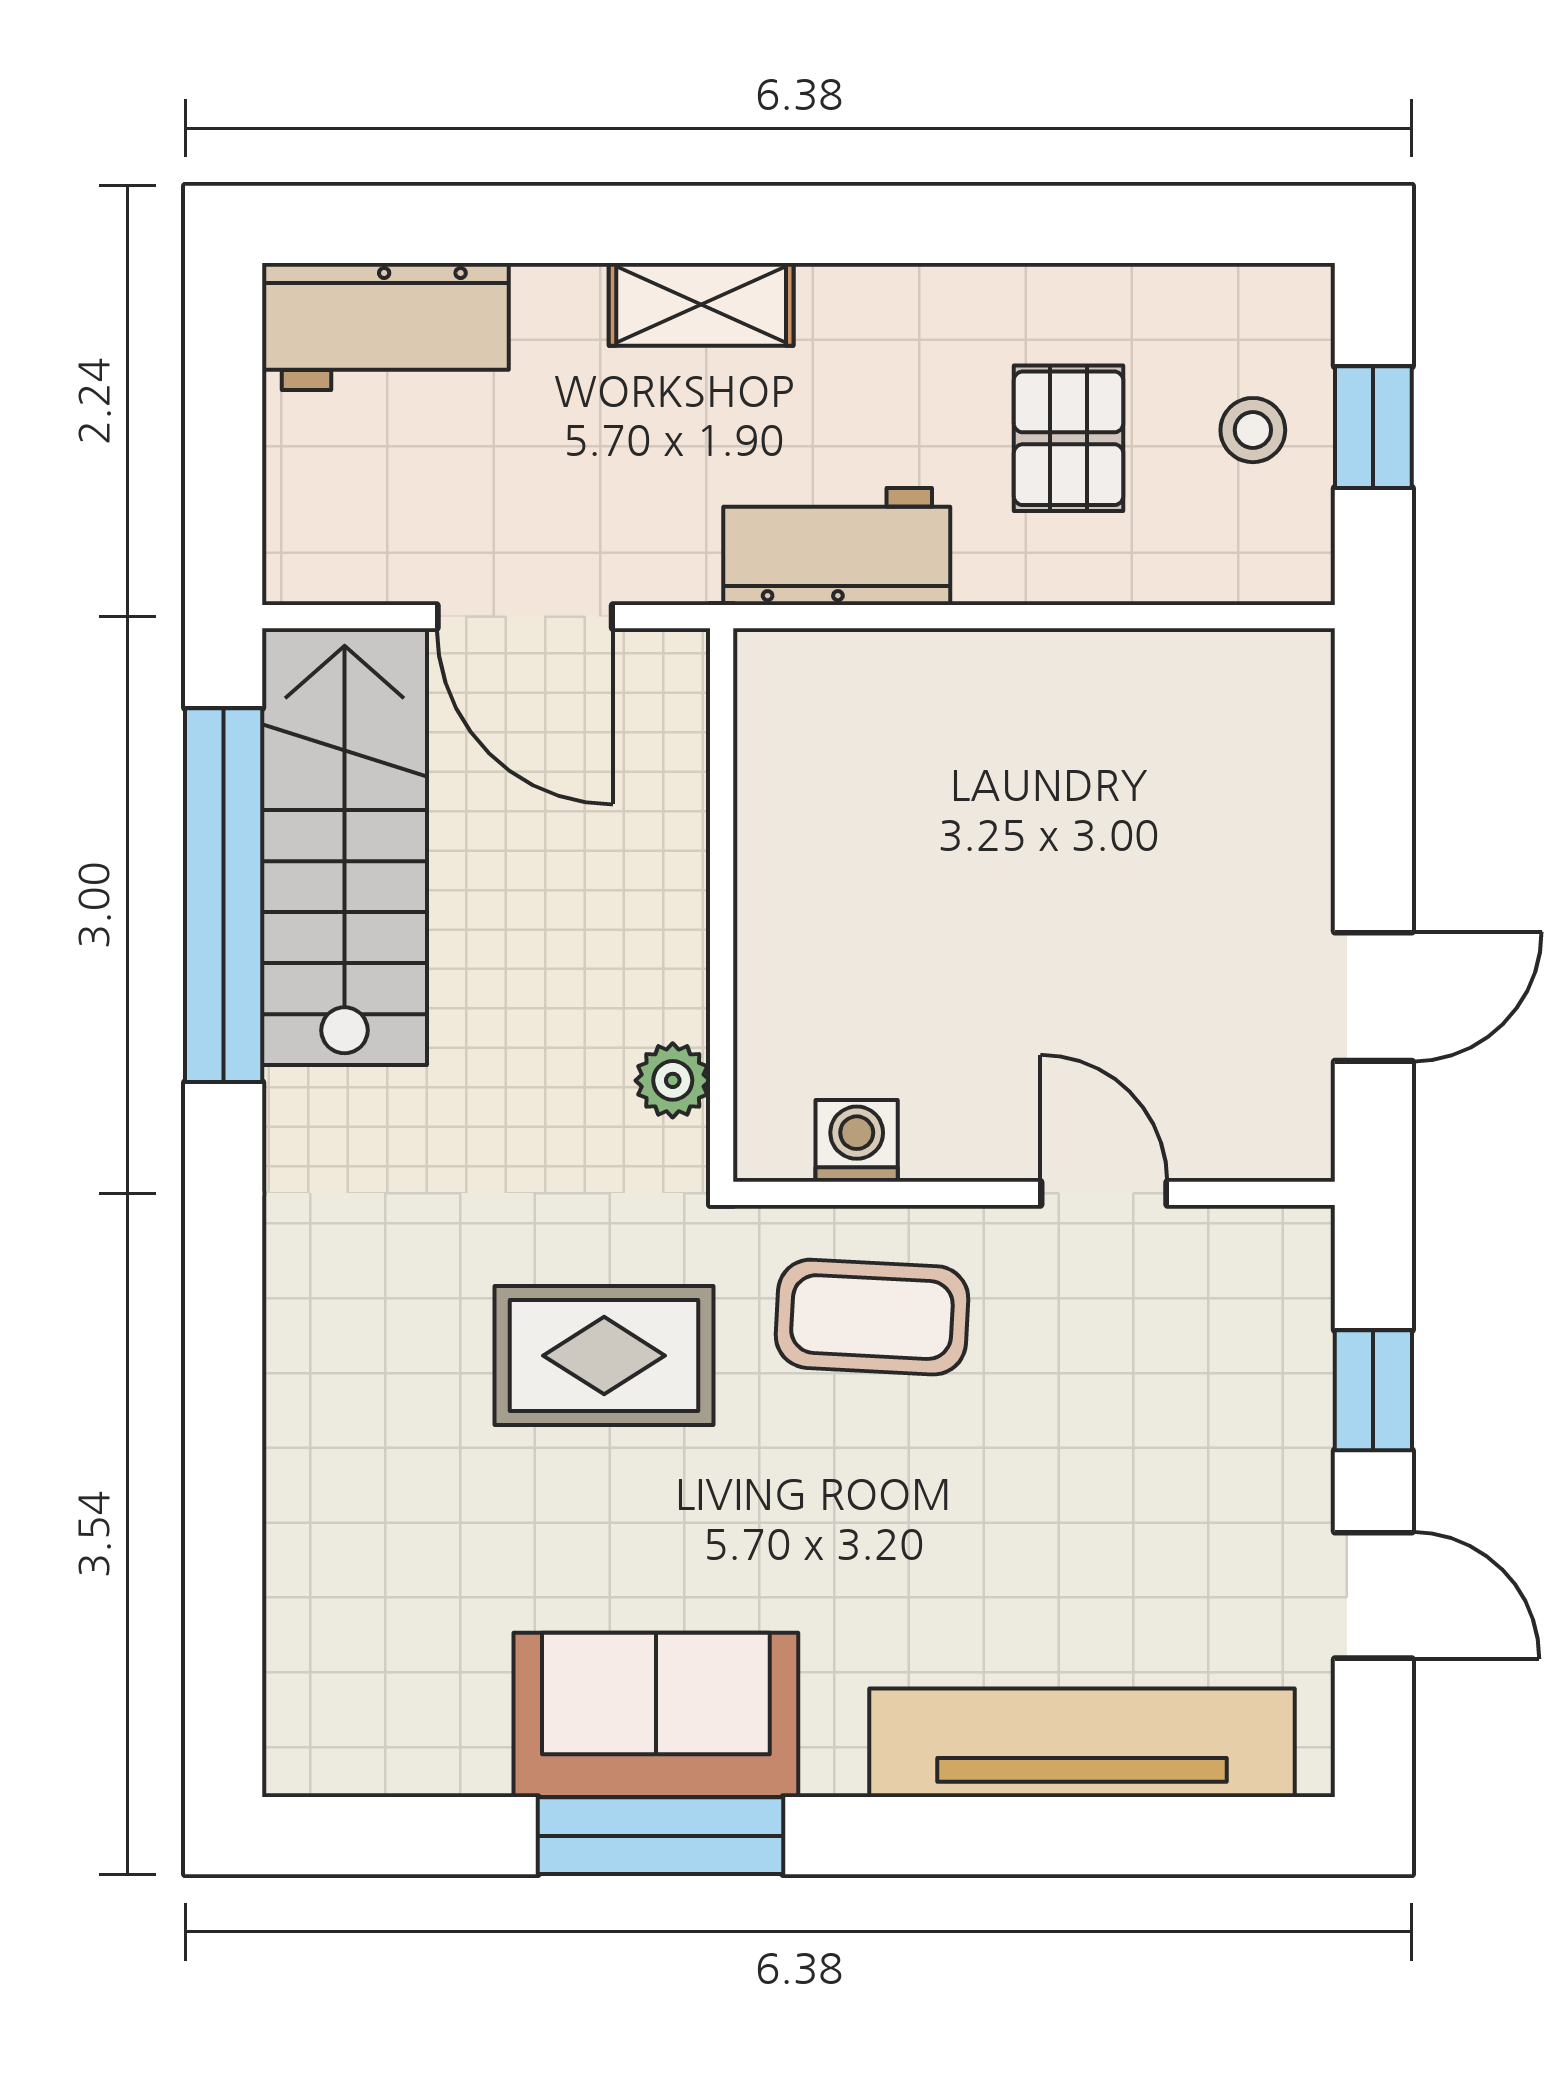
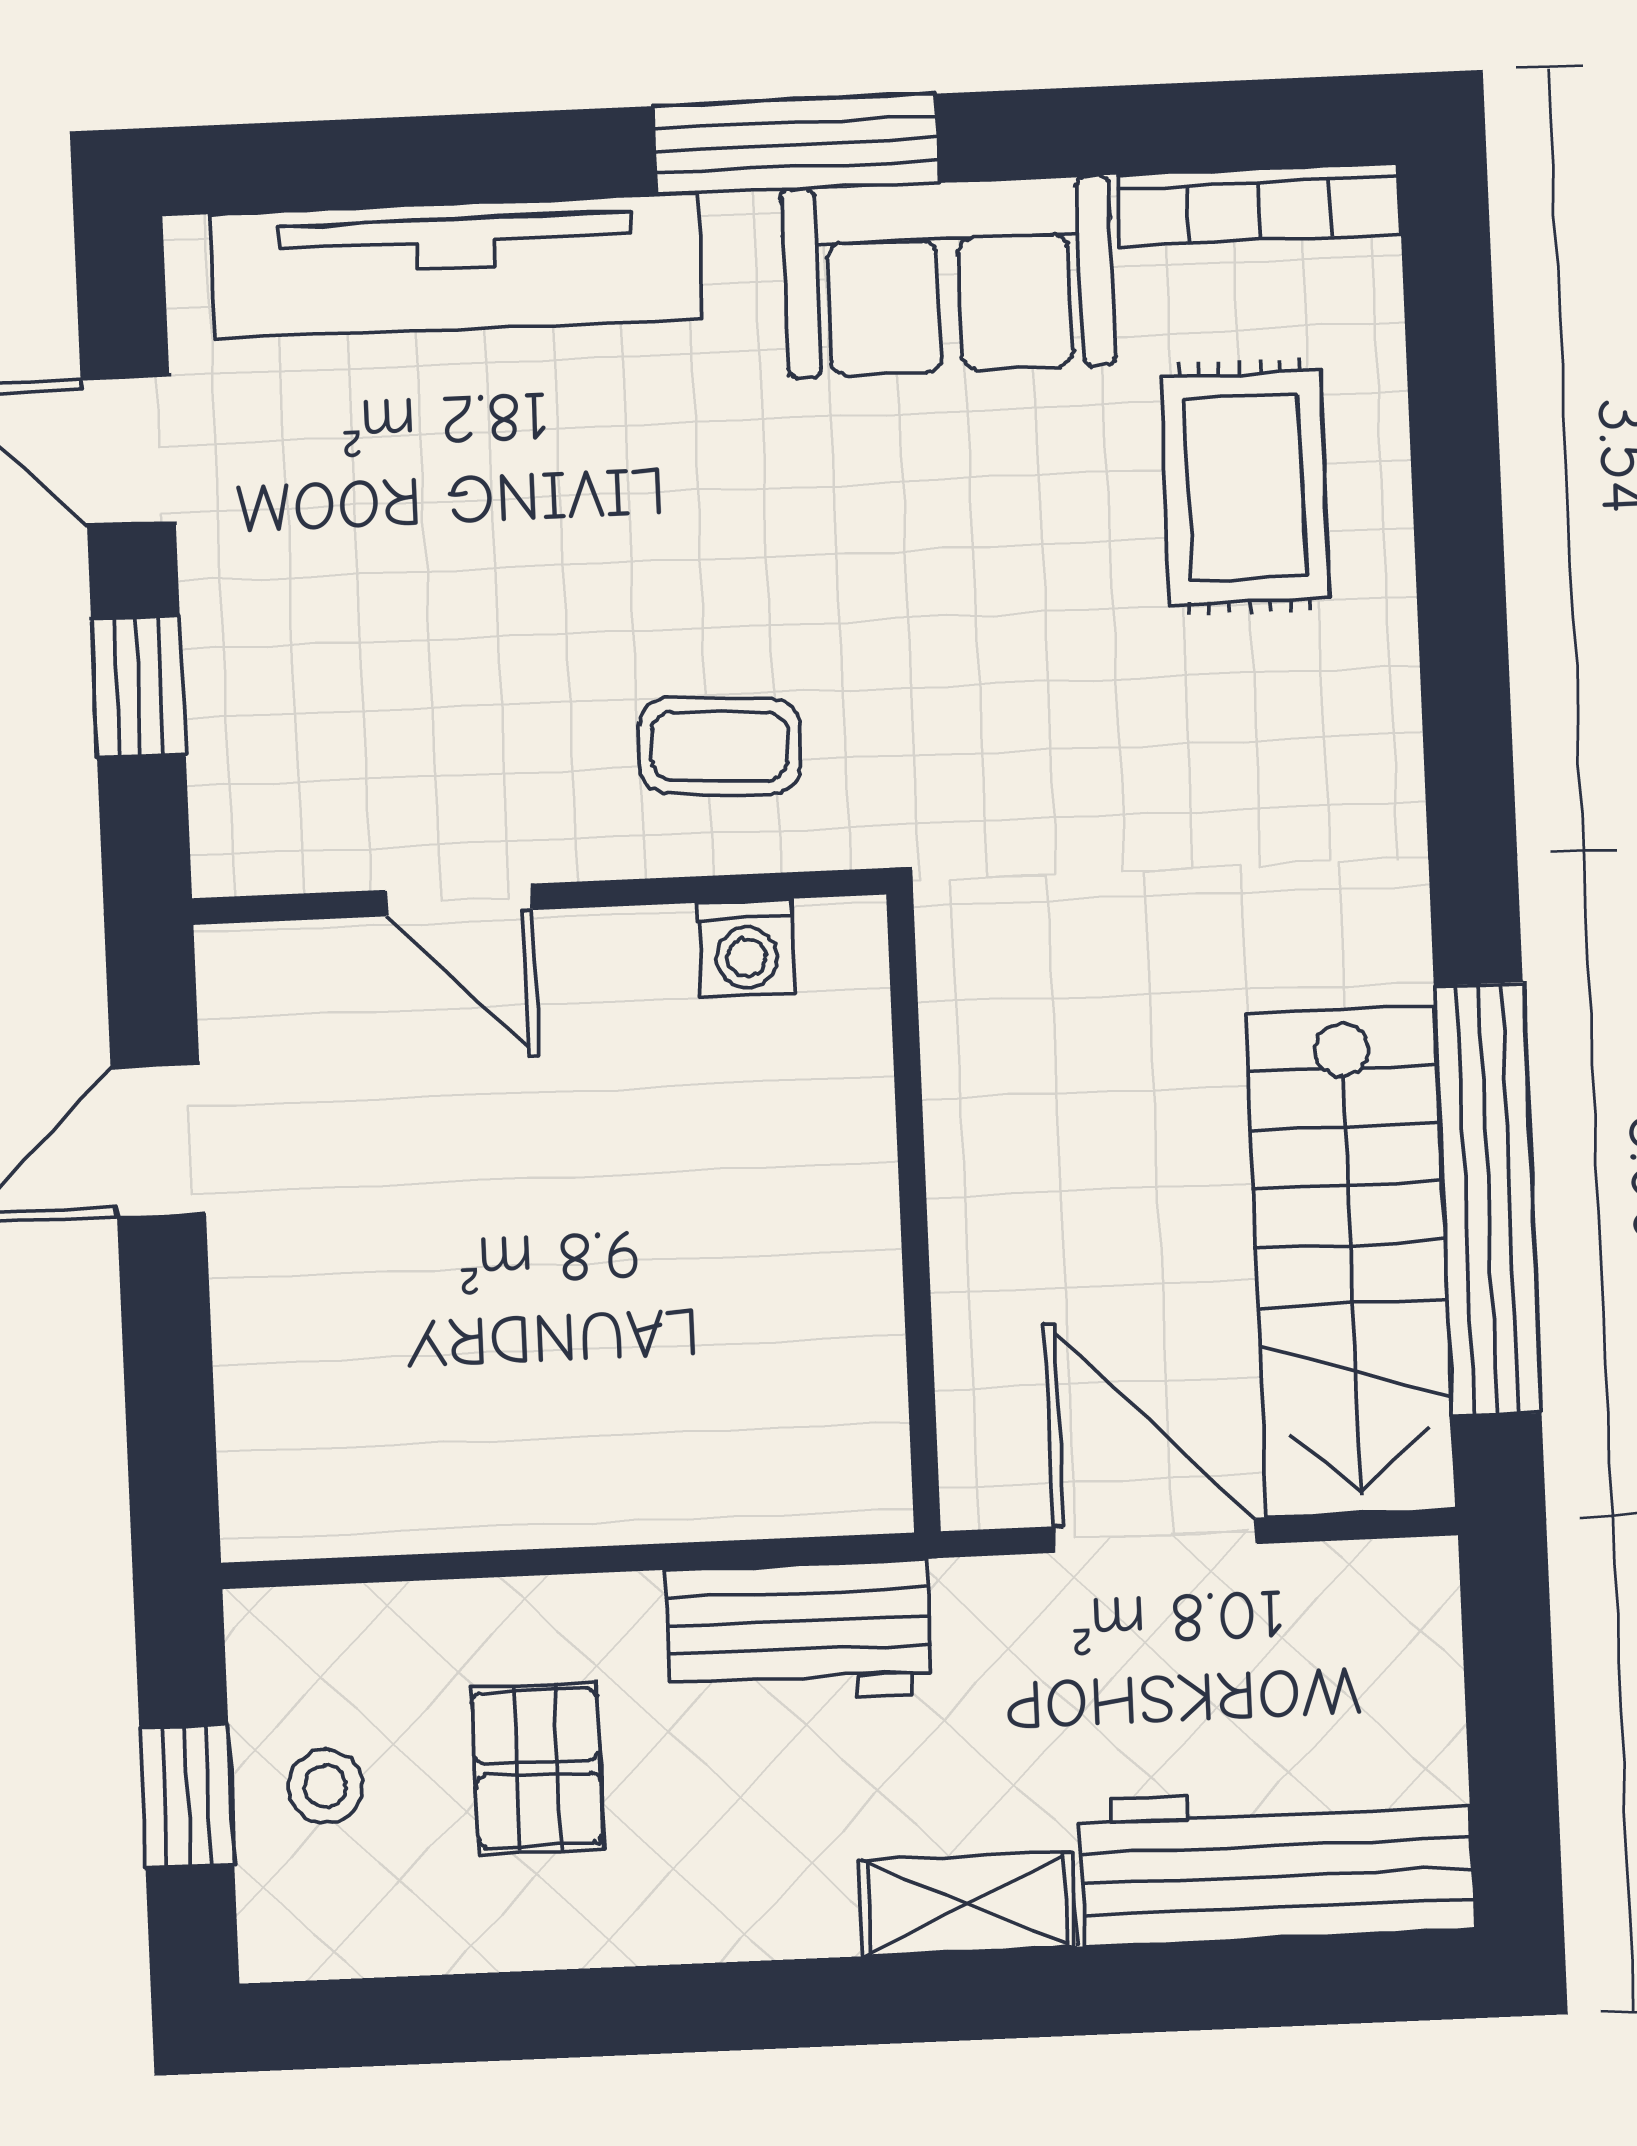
workbench: (385, 326) -> (1277, 1865), width x1.38
plant: (673, 1080) -> (961, 1008), removed
coffee table: (872, 1317) -> (720, 746), width x0.73, depth x0.77
rug: (604, 1356) -> (1245, 487), moved, turned 90
bookcase: (384, 1766) -> (1259, 204), added
window: (660, 1836) -> (796, 144), moved

